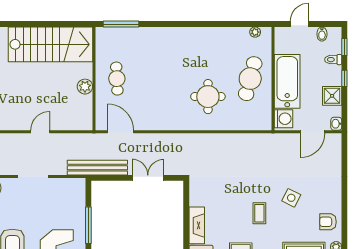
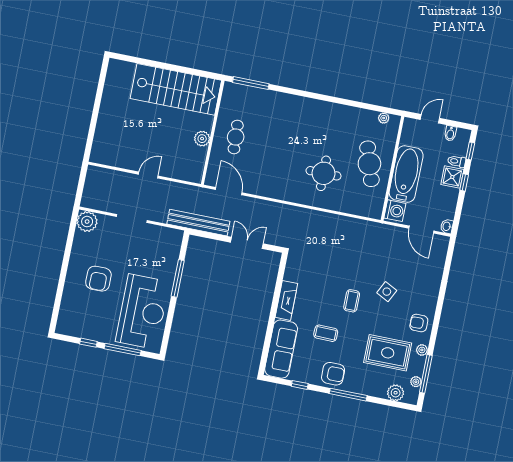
cafe table: (250, 79) -> (369, 164), turned -33
shower: (332, 96) -> (452, 177), moved
door: (312, 132) -> (421, 230), hinge flipped

